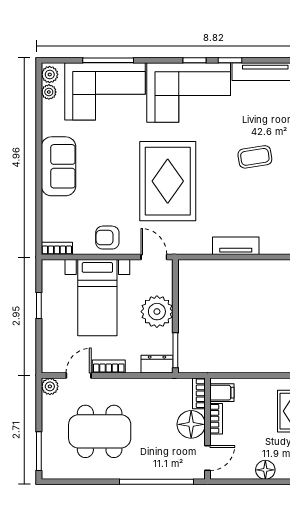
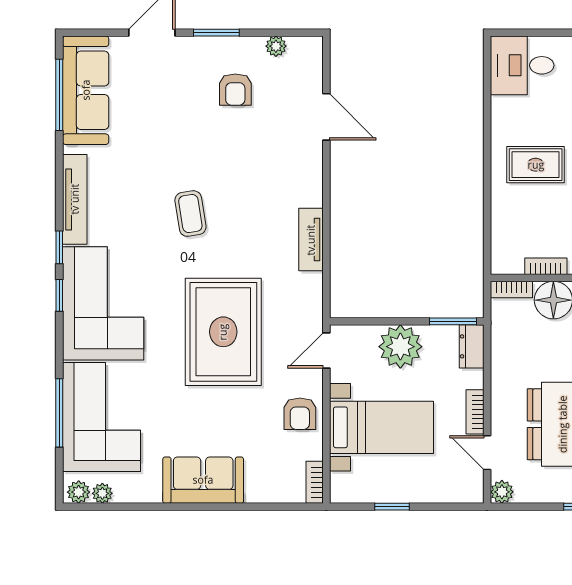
rug: (168, 181) -> (223, 332), turned 90
filing cabinet: (222, 393) -> (510, 258), removed

